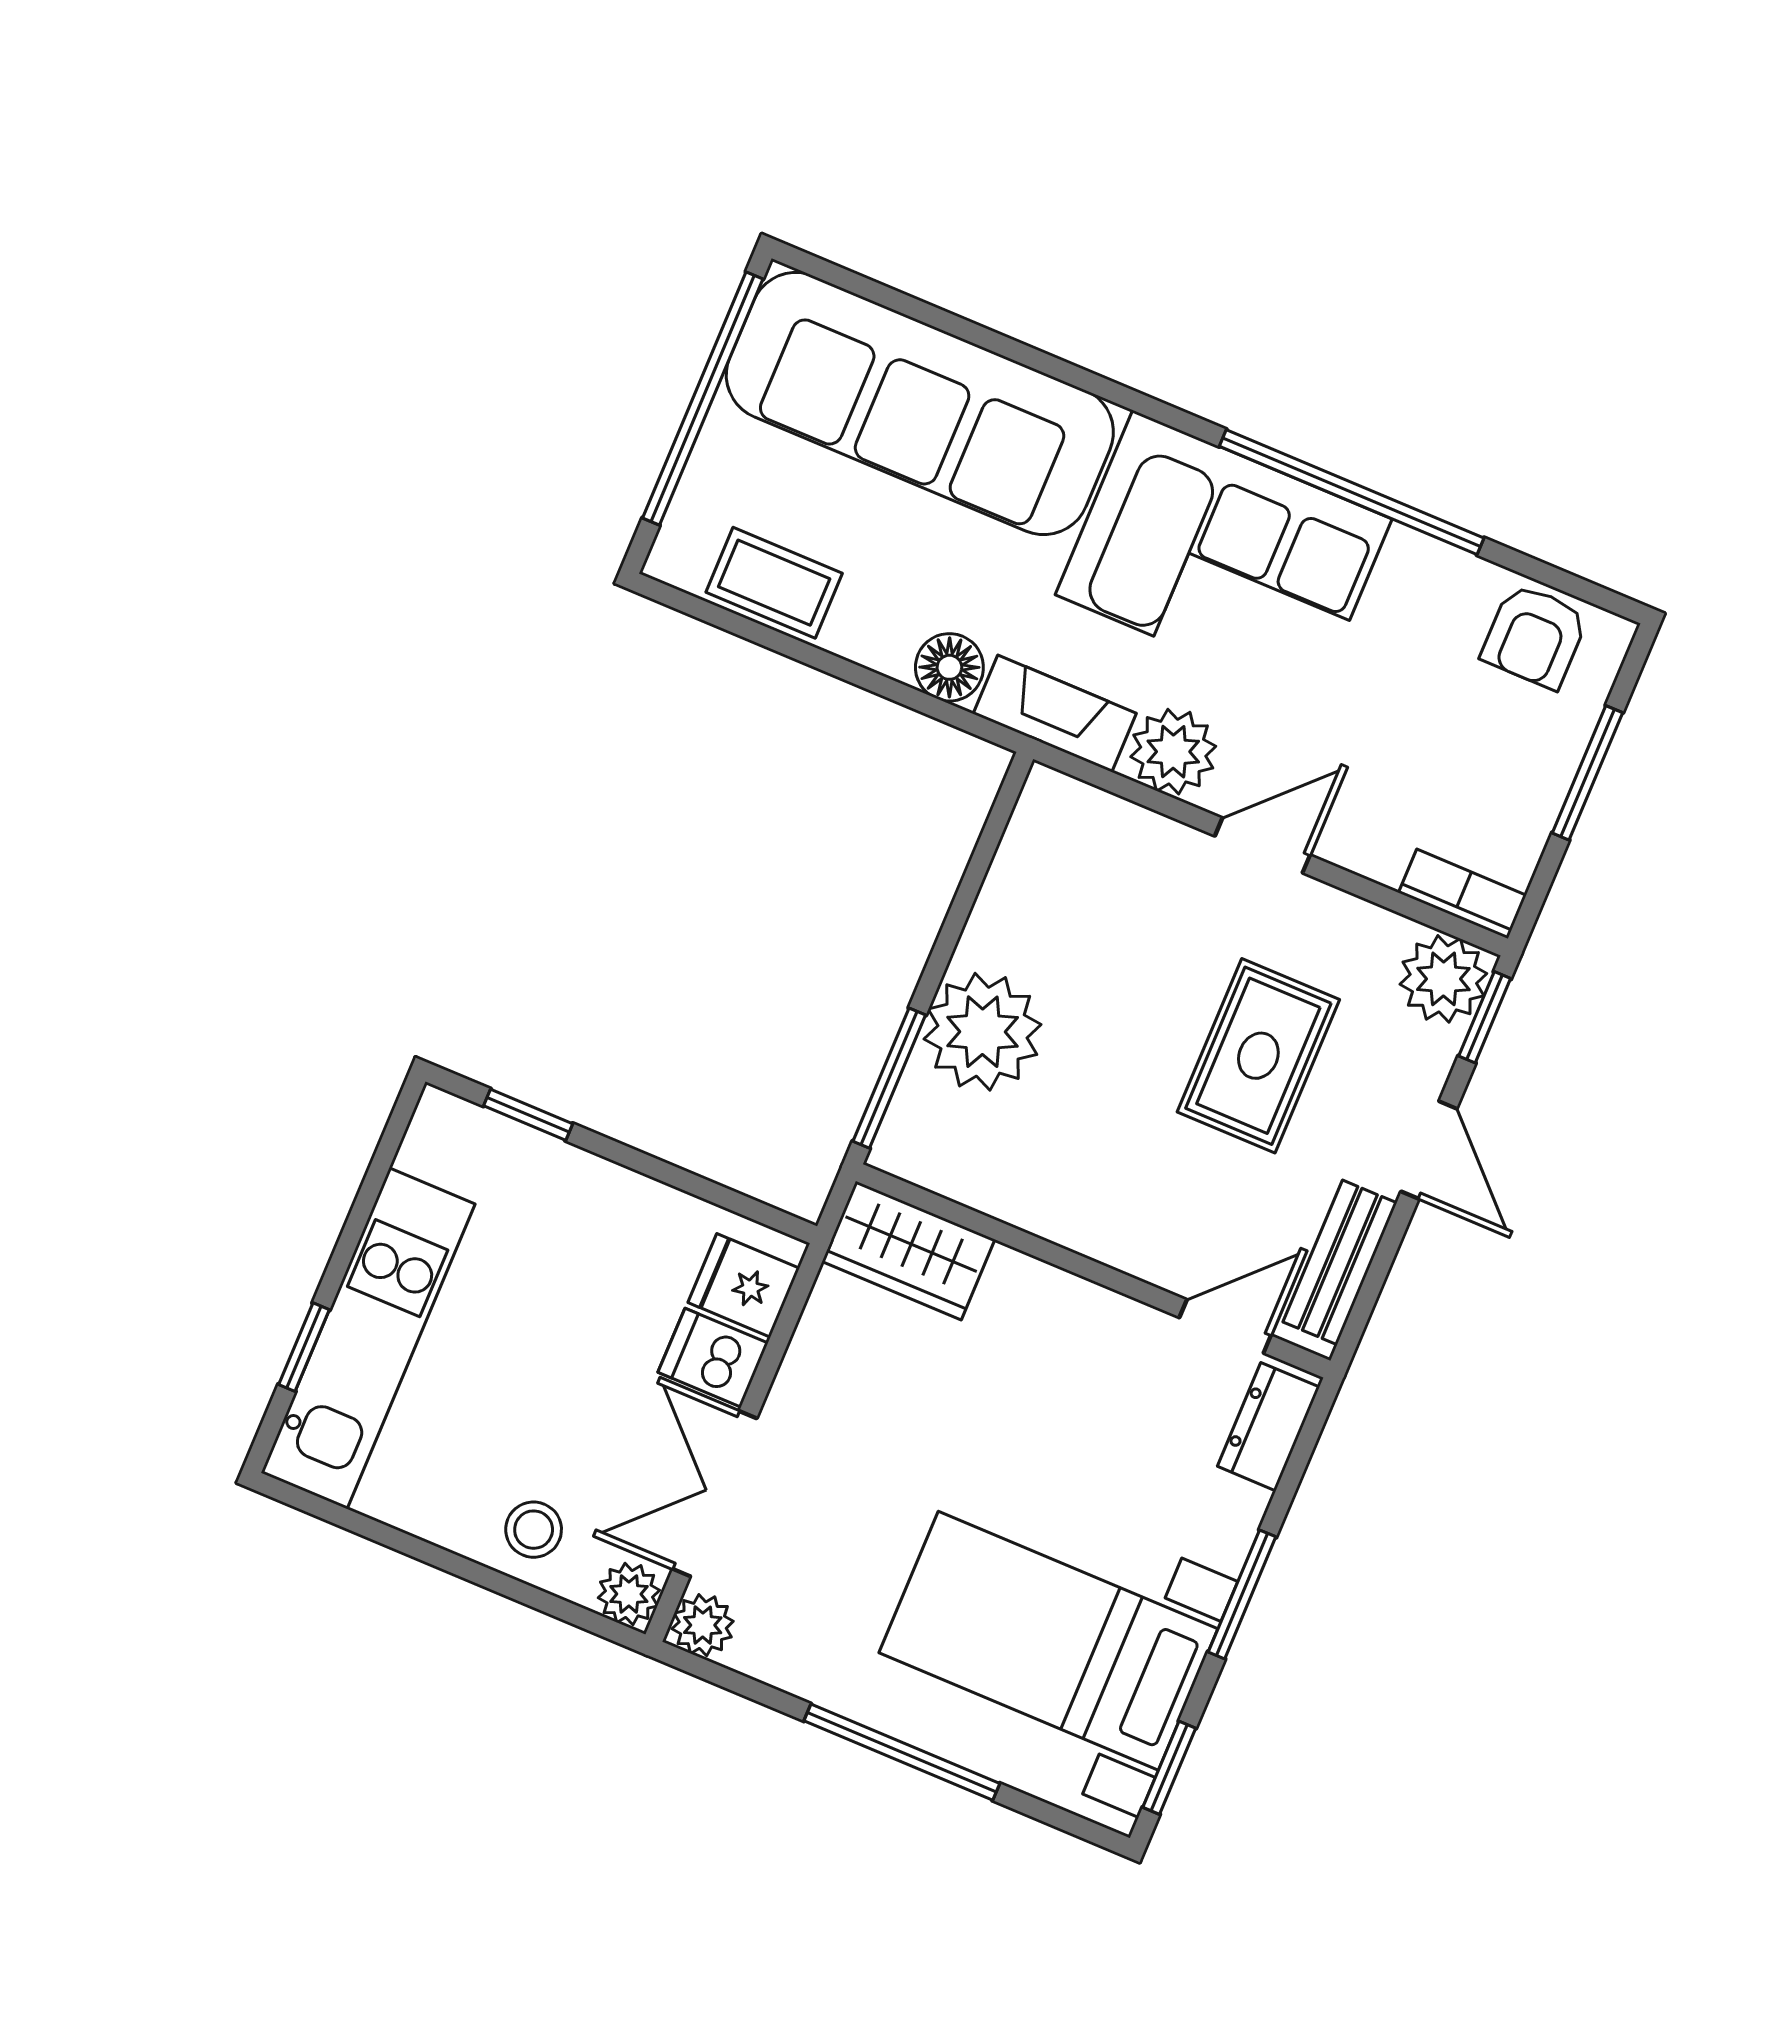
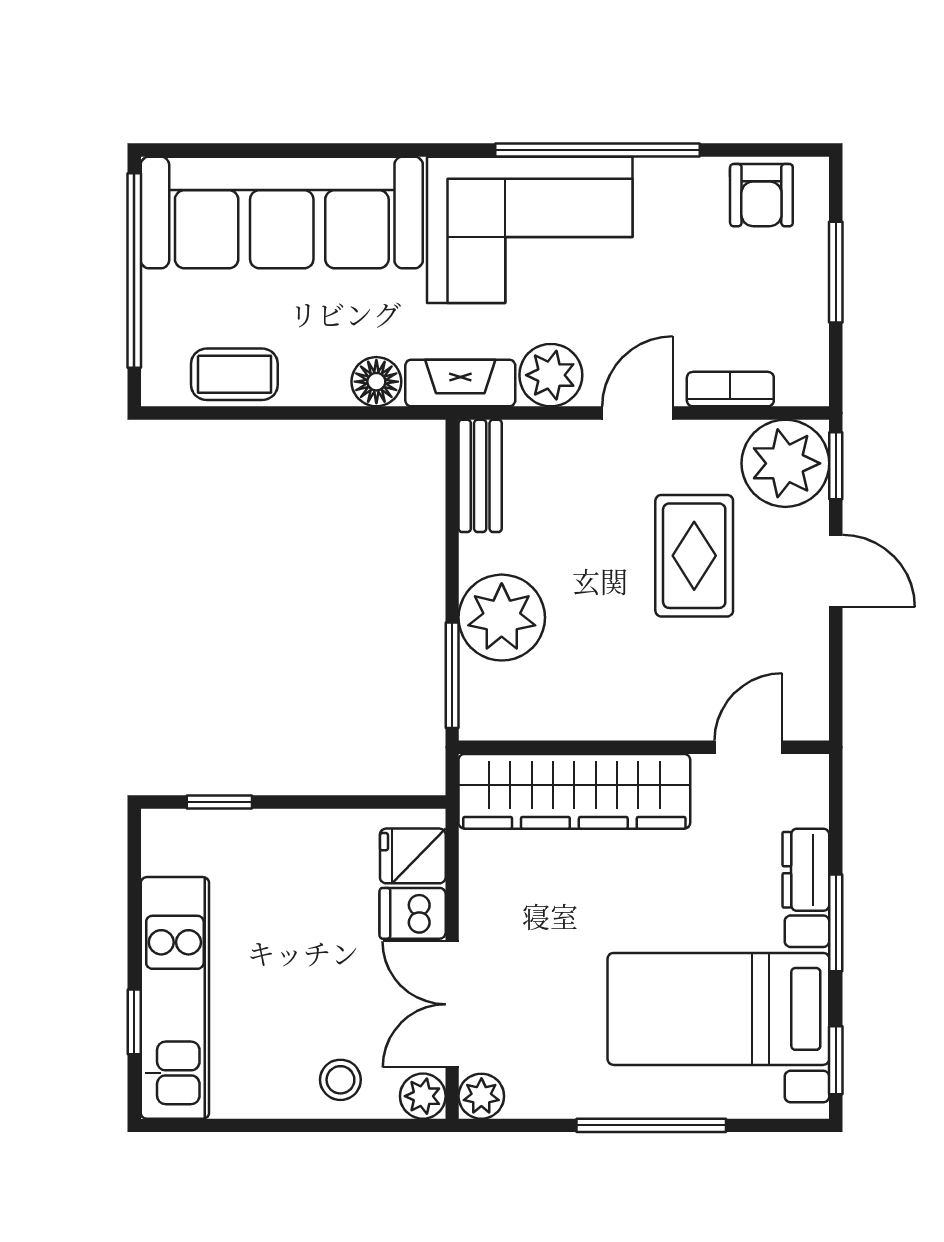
bookcase: (1462, 894) -> (730, 389), moved
plant: (1443, 979) -> (785, 463), width x1.36, depth x1.36
wardrobe: (908, 1250) -> (574, 791), width x2.10, depth x1.17
bench: (1340, 1262) -> (480, 476), moved
dresser: (1268, 1427) -> (806, 870), moved

